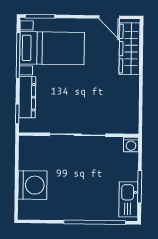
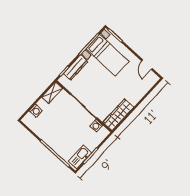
wardrobe: (130, 49) -> (118, 115), moved
washing machine: (131, 145) -> (96, 126), moved
shelving: (26, 153) -> (52, 93), added
washing machine: (32, 185) -> (36, 111), width x0.53, depth x0.53

